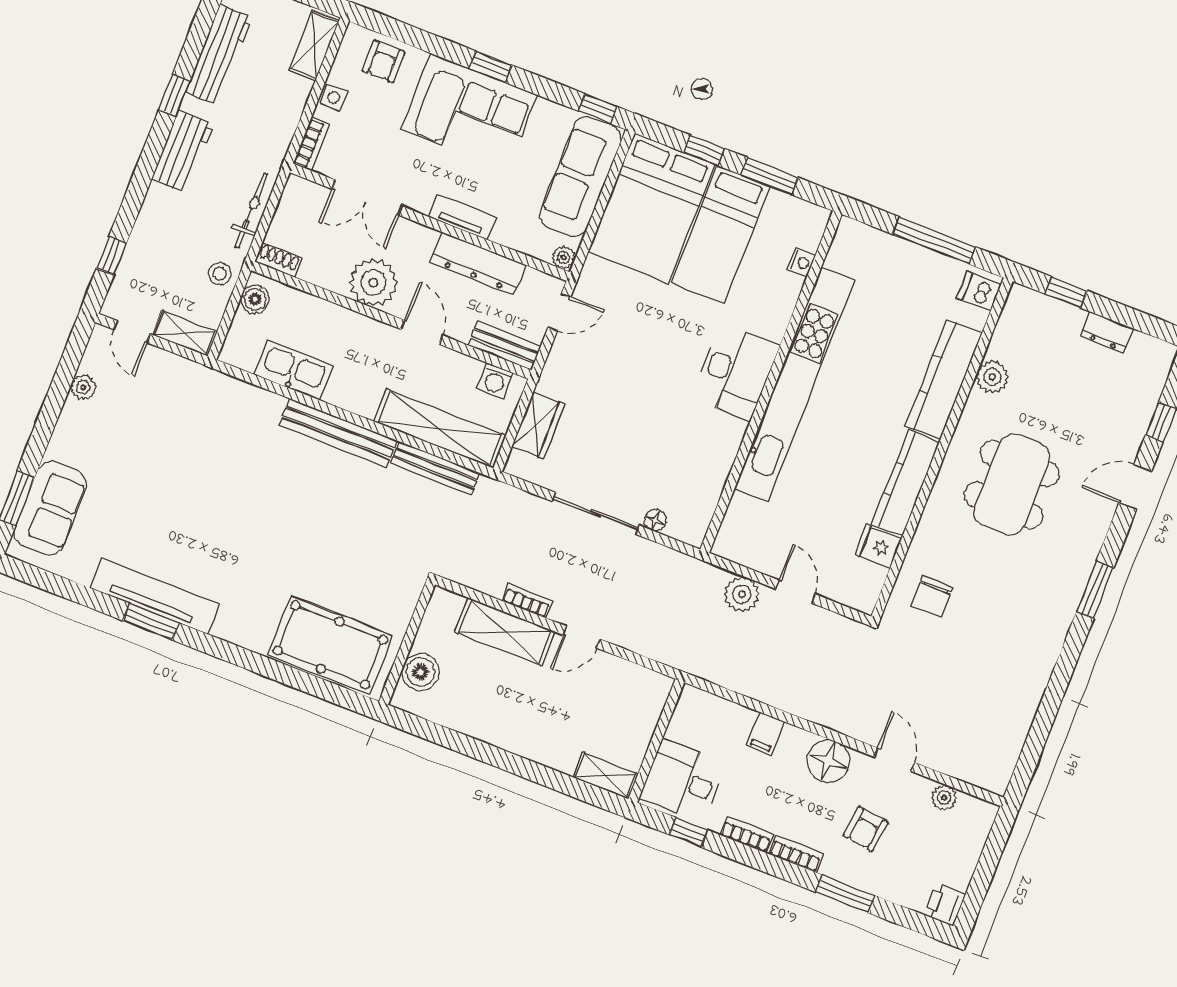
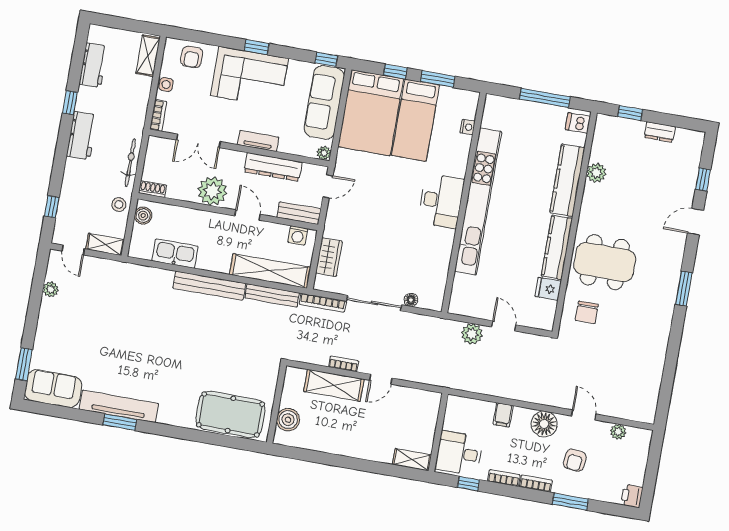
workbench: (219, 55) -> (93, 65), width x0.73
dining table: (1012, 484) -> (605, 262), moved, turned 90
bookcase: (513, 496) -> (323, 303), added
sofa: (50, 508) -> (53, 389), moved, turned -90

